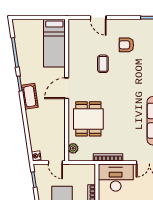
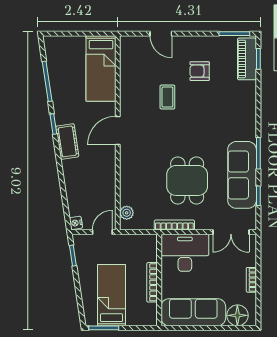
dining table: (88, 119) -> (187, 180), moved
door: (55, 162) -> (102, 232), swing flipped

